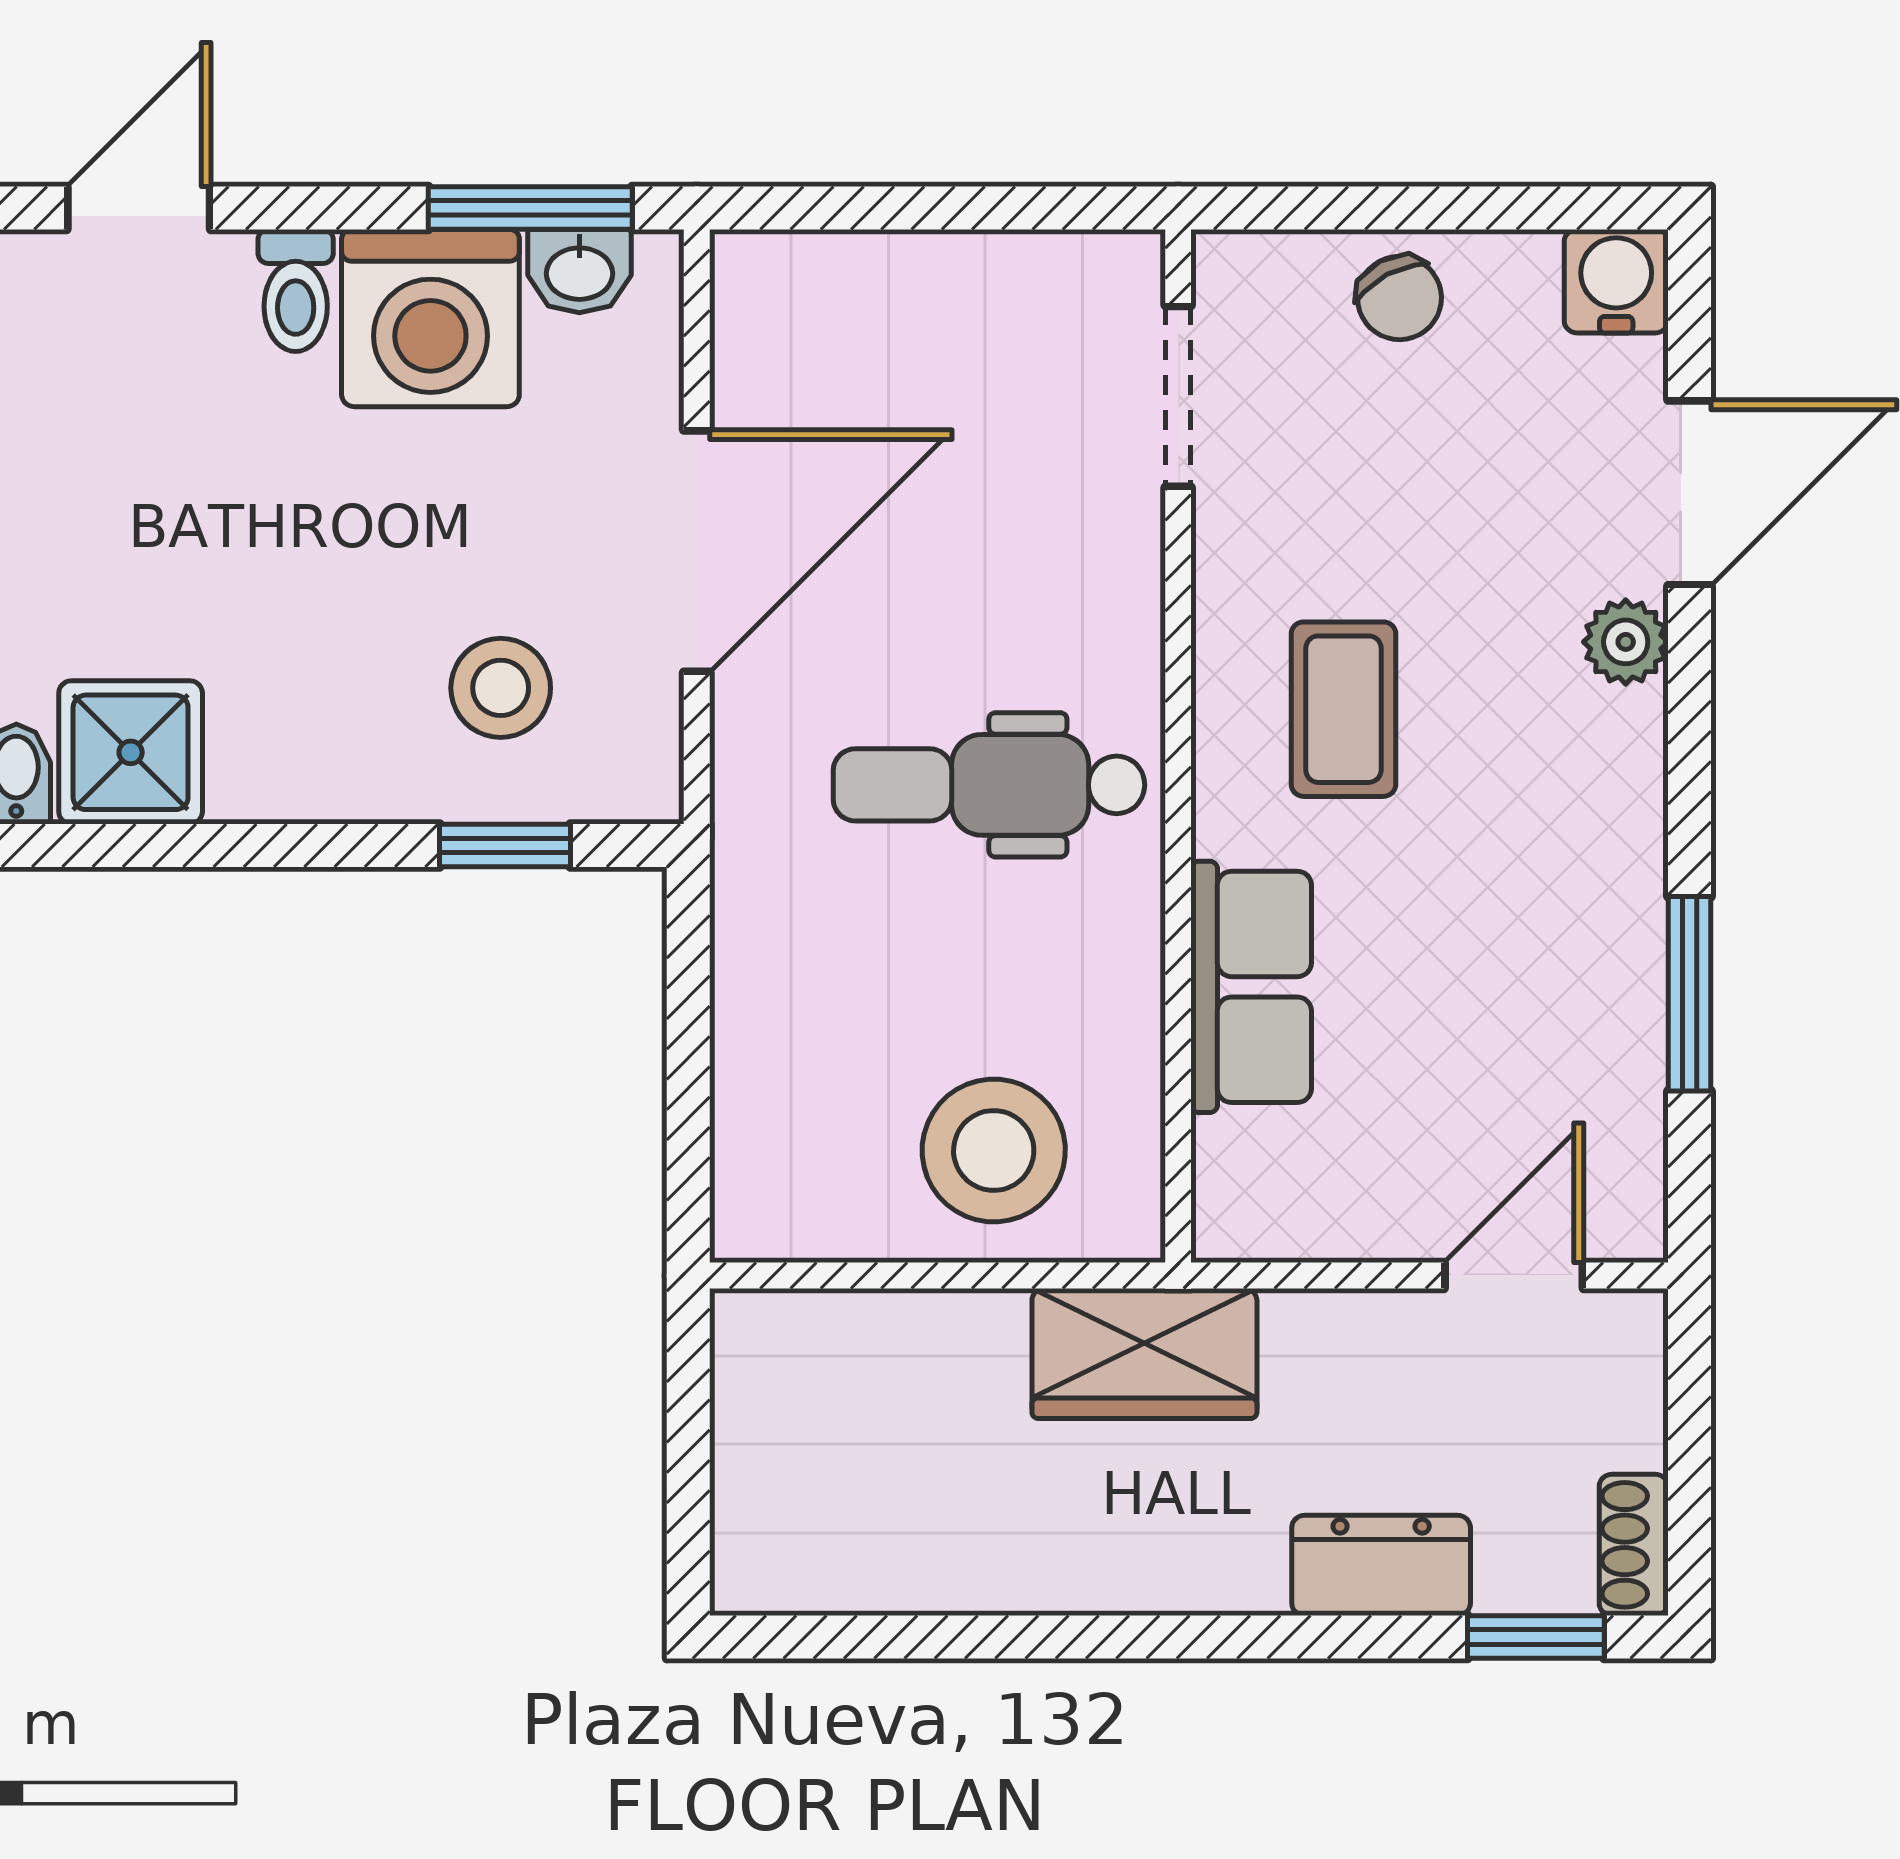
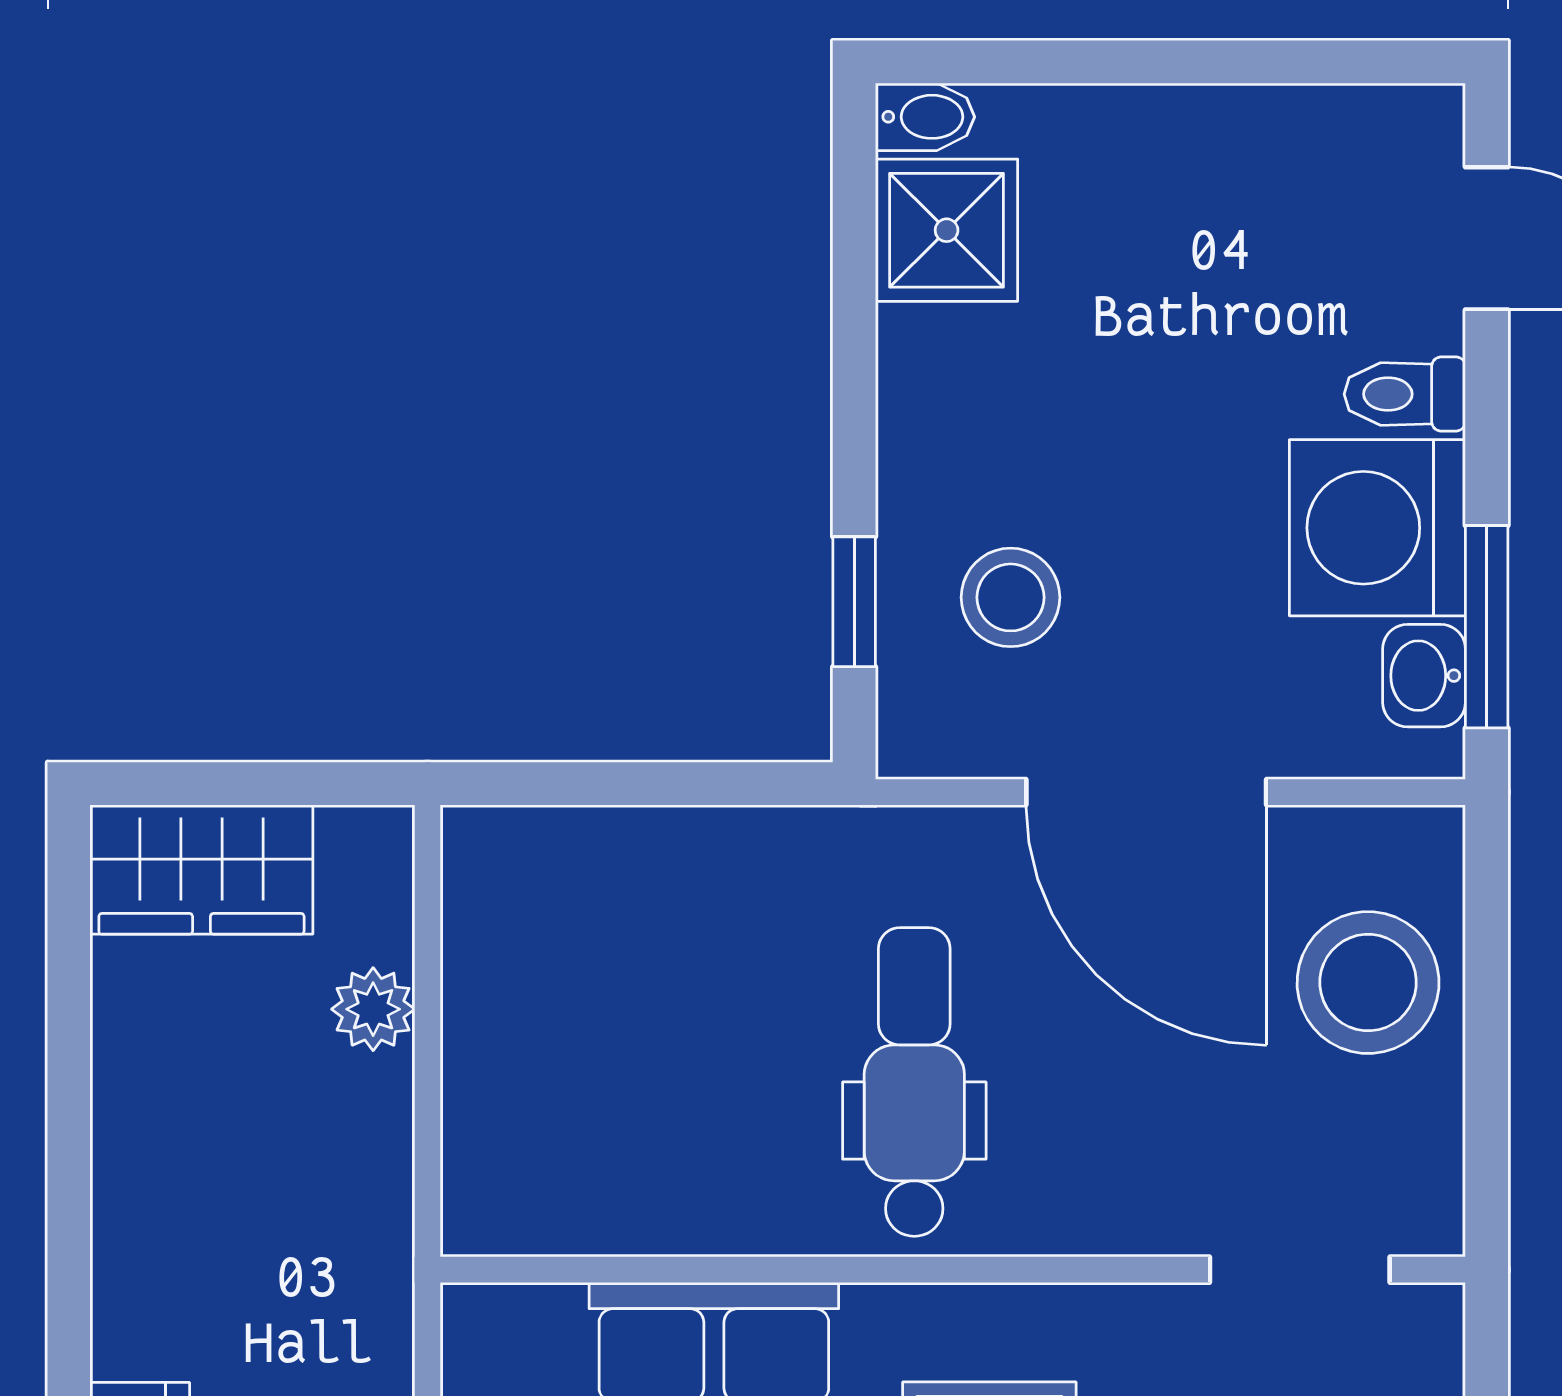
stool: (994, 1151) -> (1368, 983), moved
plant: (916, 1330) -> (373, 1009), added
wardrobe: (1144, 1353) -> (201, 869), moved, turned -90

